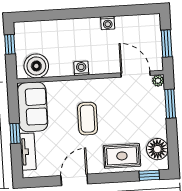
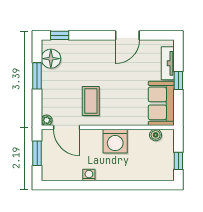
boiler: (36, 66) -> (156, 135), width x0.54, depth x0.54
washing machine: (81, 68) -> (115, 141), width x1.89, depth x1.89
window: (170, 104) -> (37, 76), moved
coffee table: (88, 119) -> (91, 101), moved
rug: (122, 156) -> (83, 54), removed

